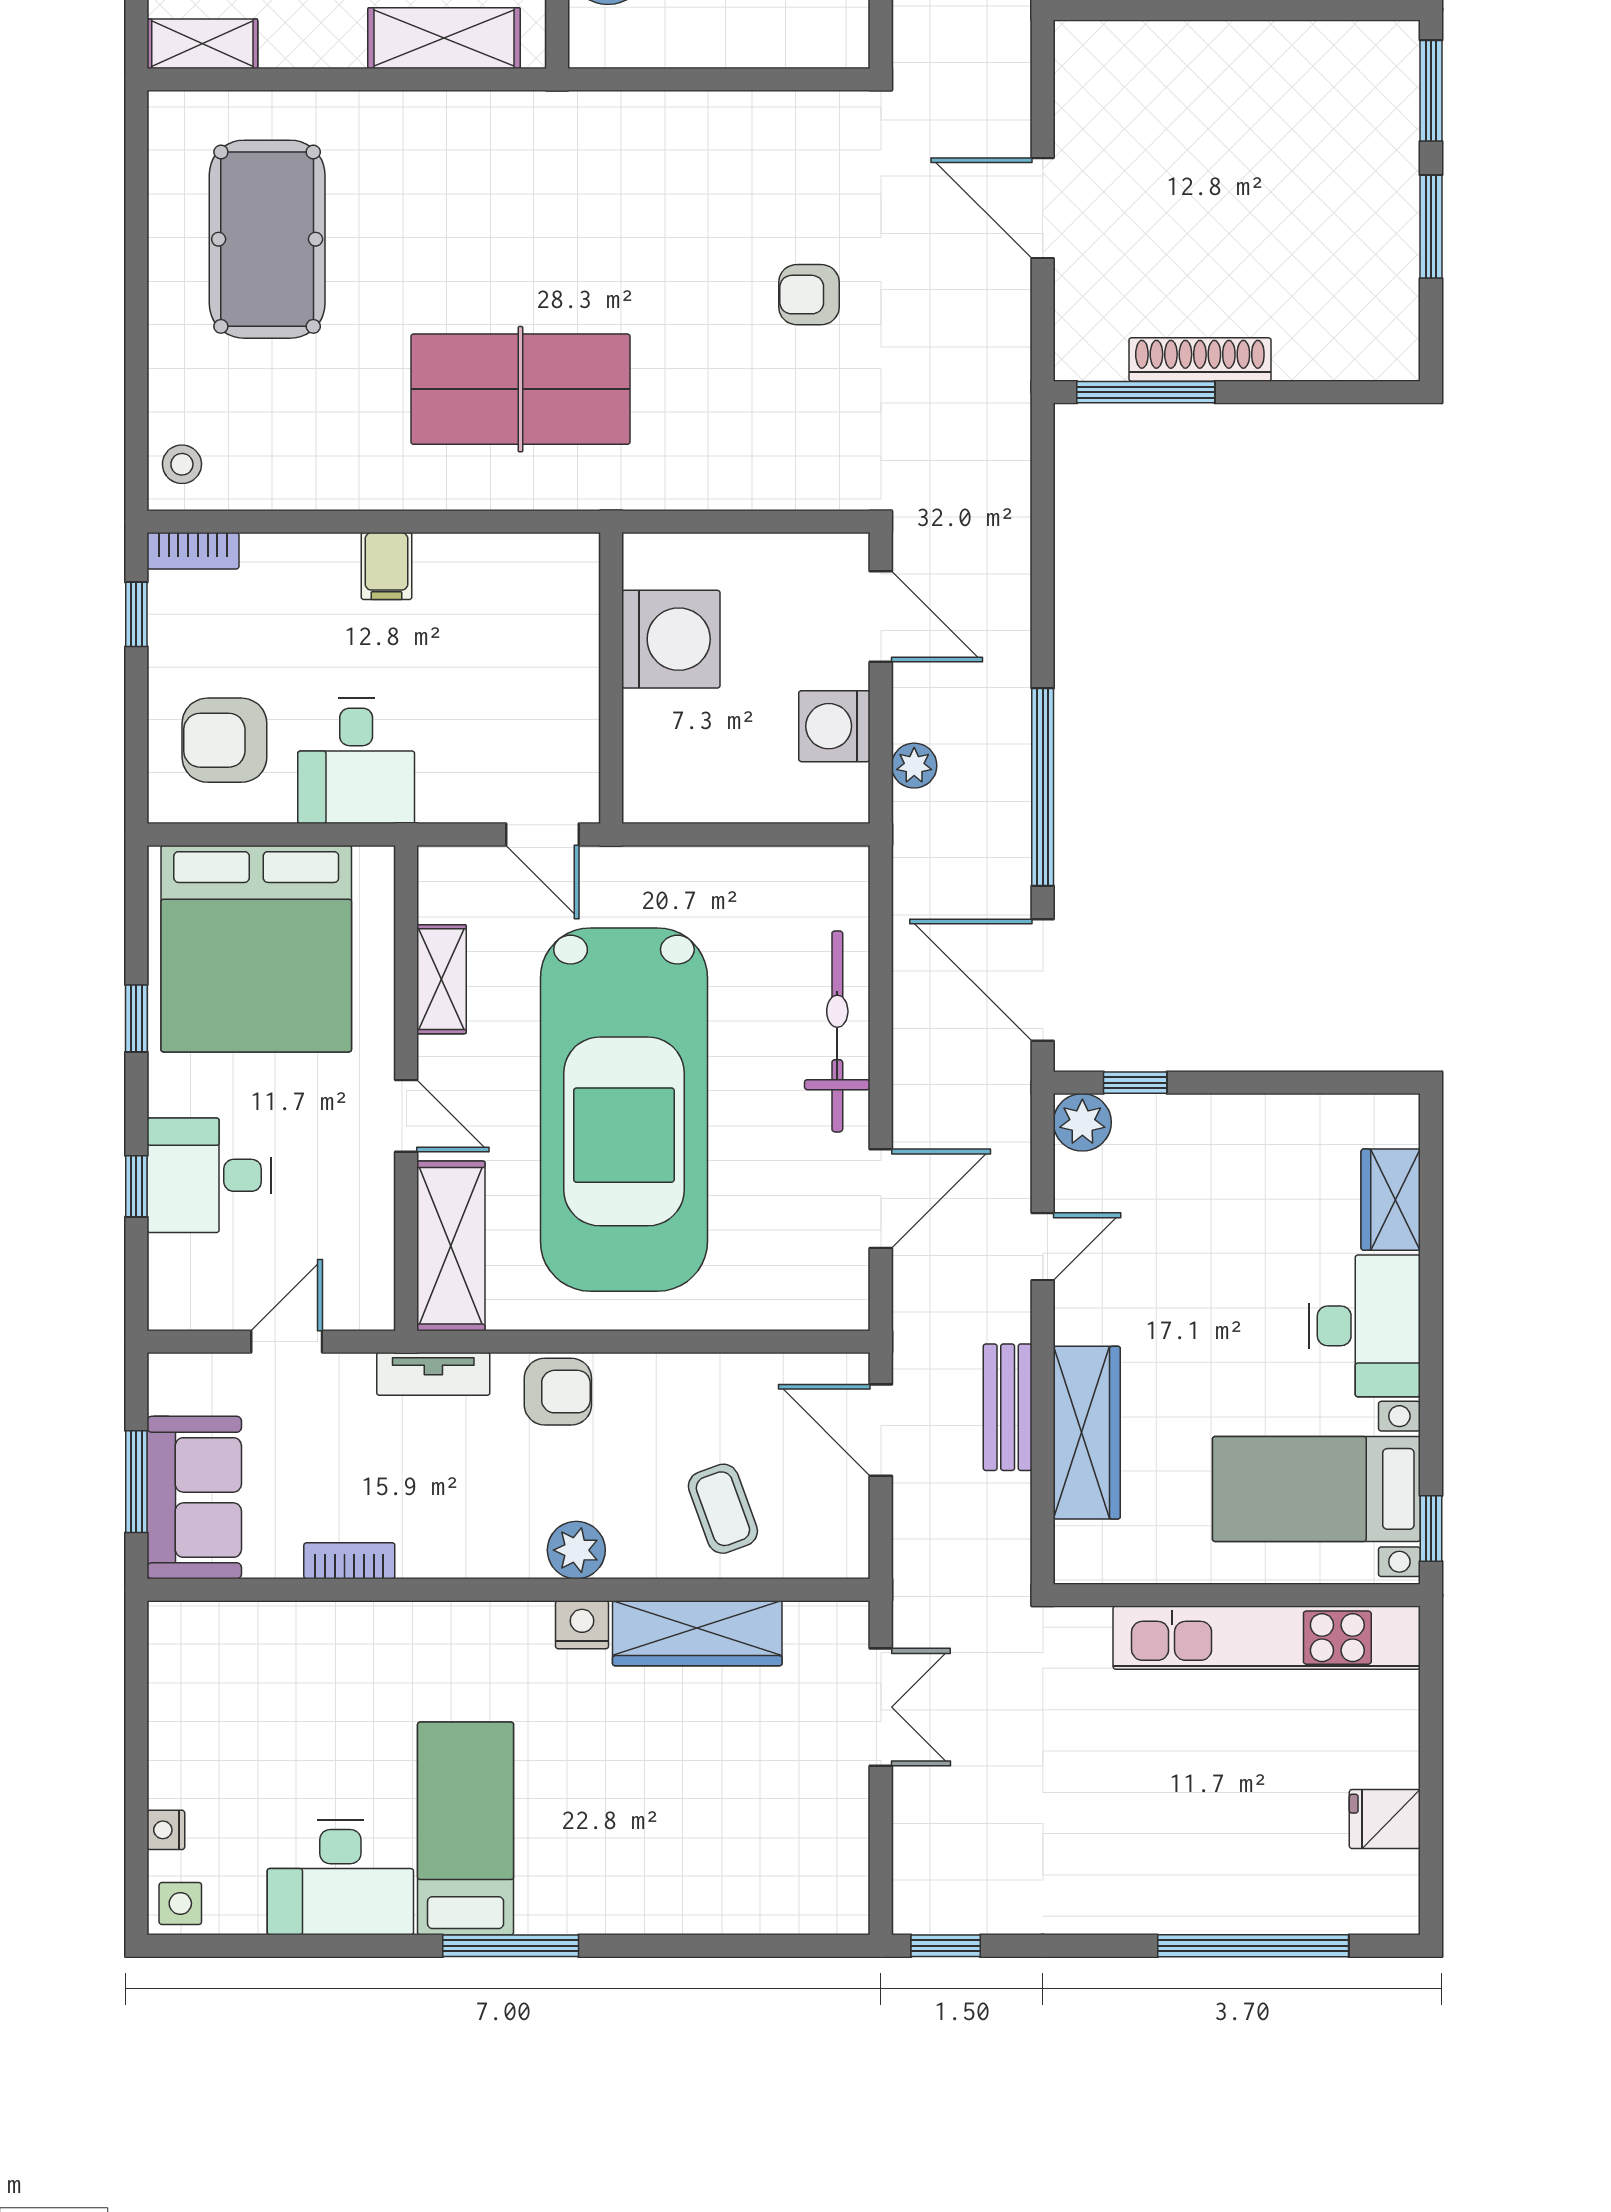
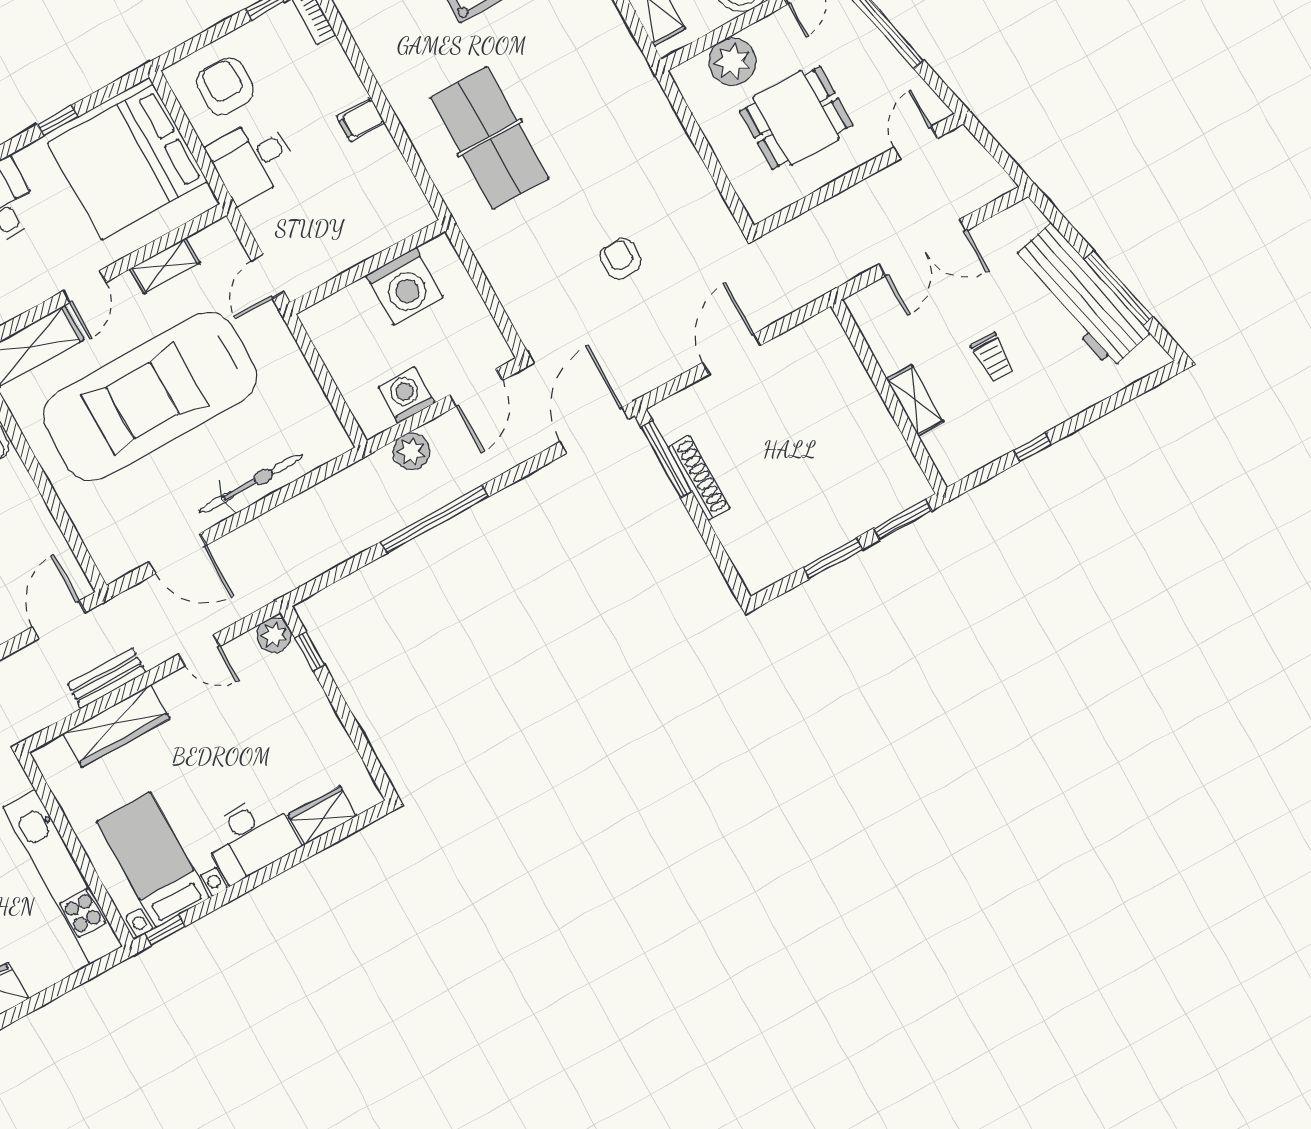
plant: (914, 766) -> (411, 451), width x1.38, depth x1.38
door: (1043, 980) -> (594, 430), moved

